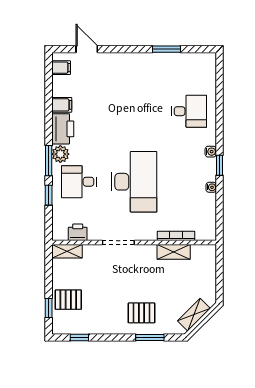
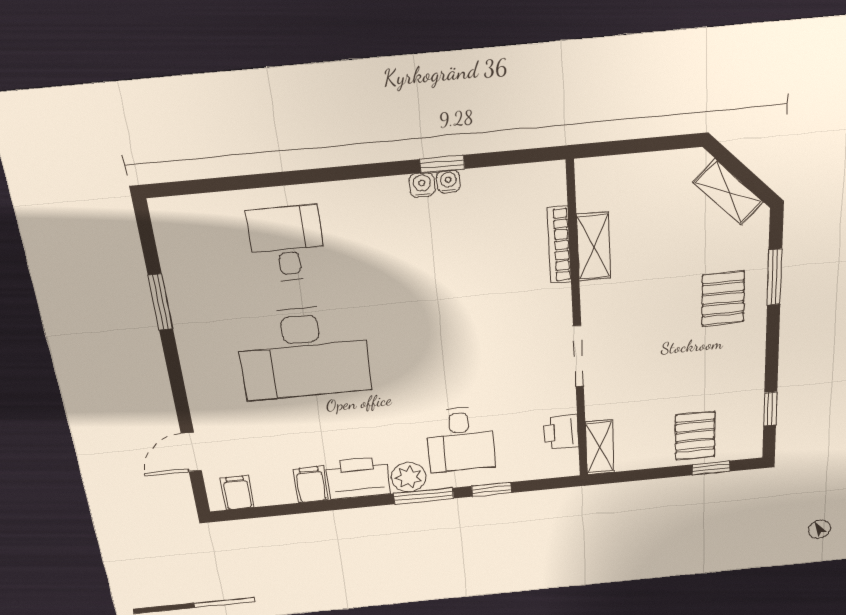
water cooler: (211, 152) -> (422, 185), moved
window: (219, 165) -> (442, 164), moved
desk: (134, 182) -> (304, 353), moved, turned 180

